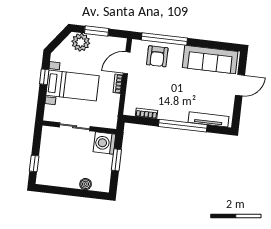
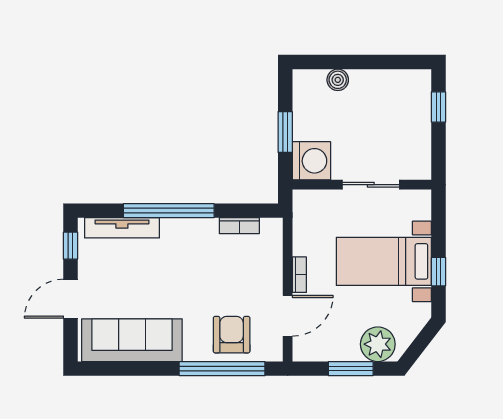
window: (237, 113) -> (71, 246), added

